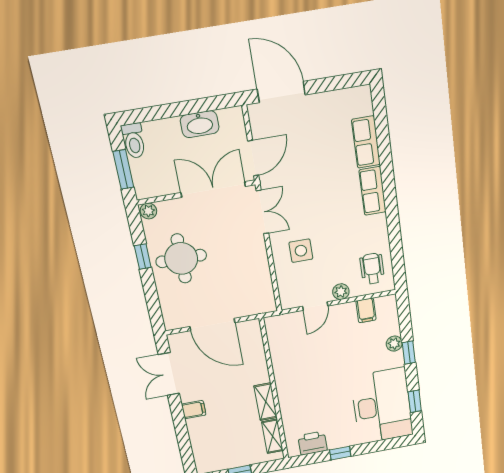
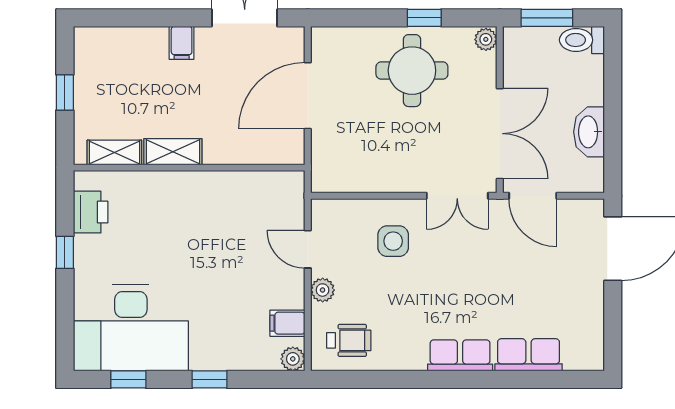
plant: (394, 344) -> (293, 359), moved

